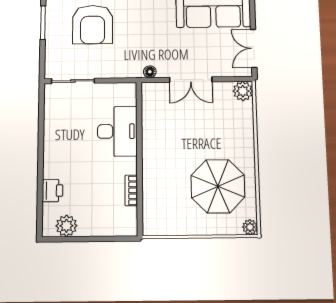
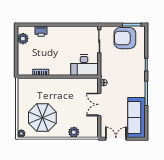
armchair: (93, 25) -> (125, 38), moved
plant: (243, 91) -> (74, 132), moved
desk: (117, 131) -> (84, 65), moved

